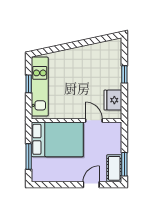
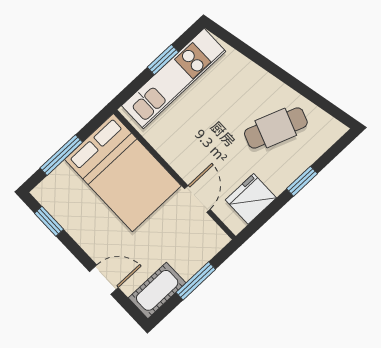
cafe table: (95, 65) -> (276, 128), added
window: (124, 164) -> (196, 281), moved
window: (49, 185) -> (49, 221), added

